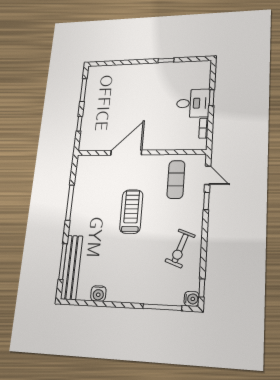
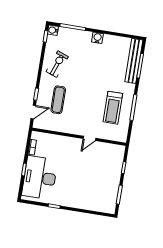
desk: (193, 103) -> (40, 178), width x1.87, depth x1.30
door: (126, 153) -> (89, 138), width x0.53
door: (208, 175) -> (33, 112), swing flipped
exercise mat: (176, 180) -> (58, 100), moved
treadmill: (131, 212) -> (113, 108), moved
water cooler: (98, 294) -> (97, 38), moved

